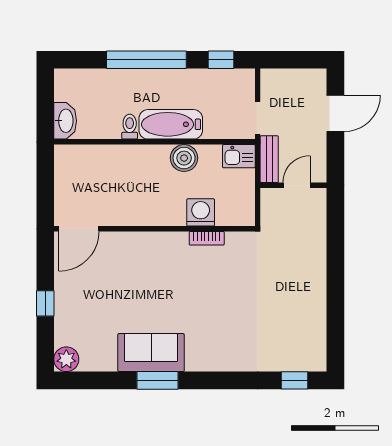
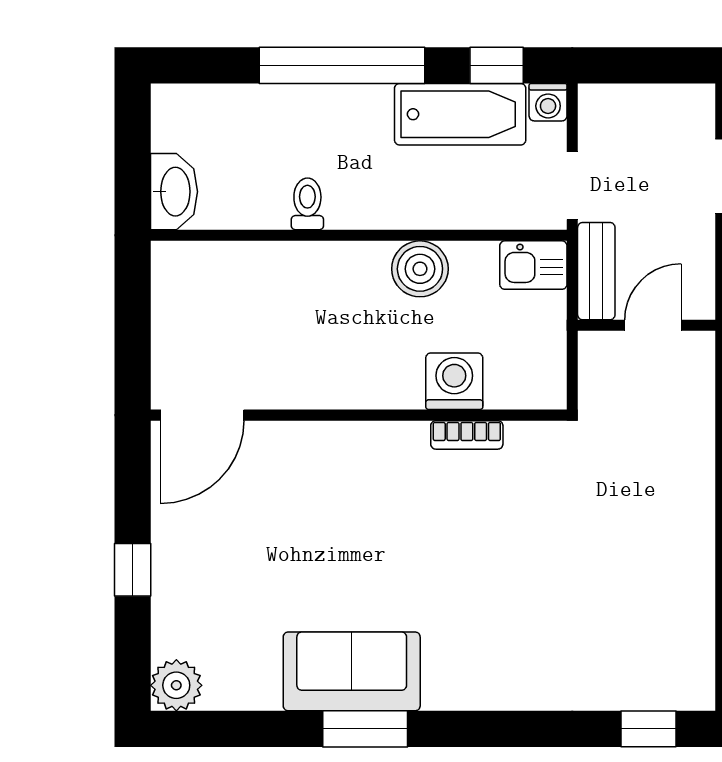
washing machine: (246, 78) -> (548, 102), added
bathtub: (171, 124) -> (460, 114), moved, turned 180

